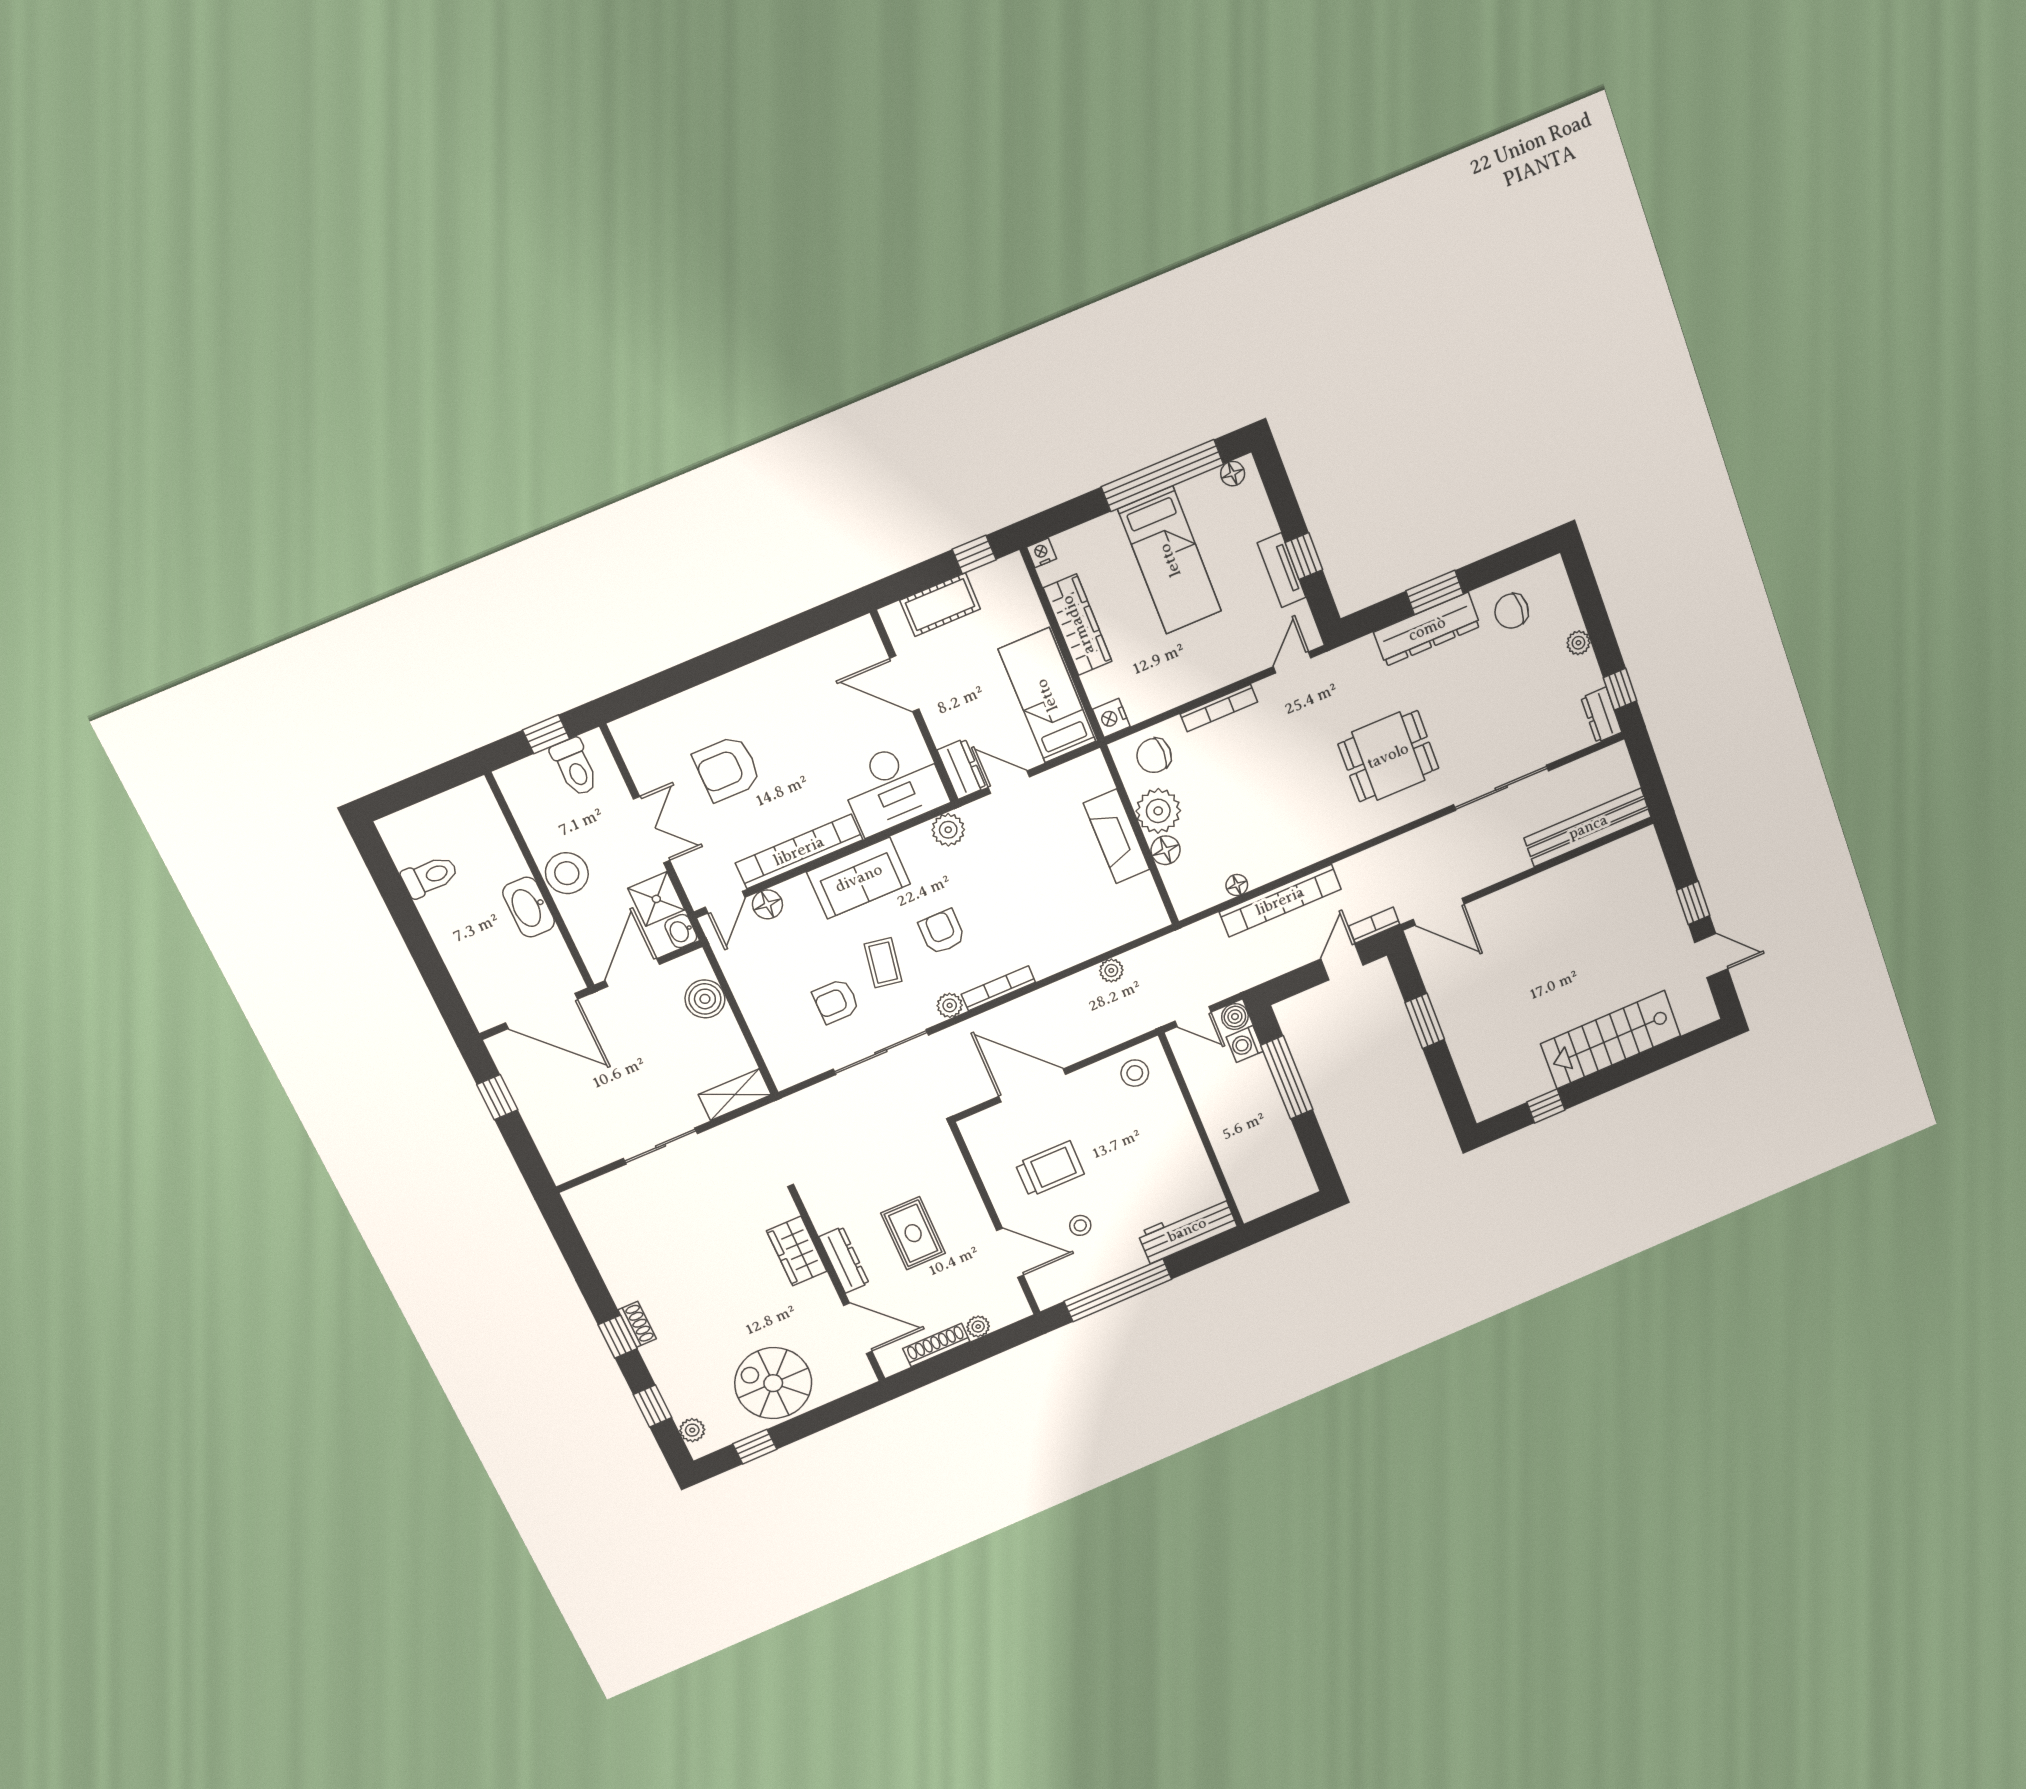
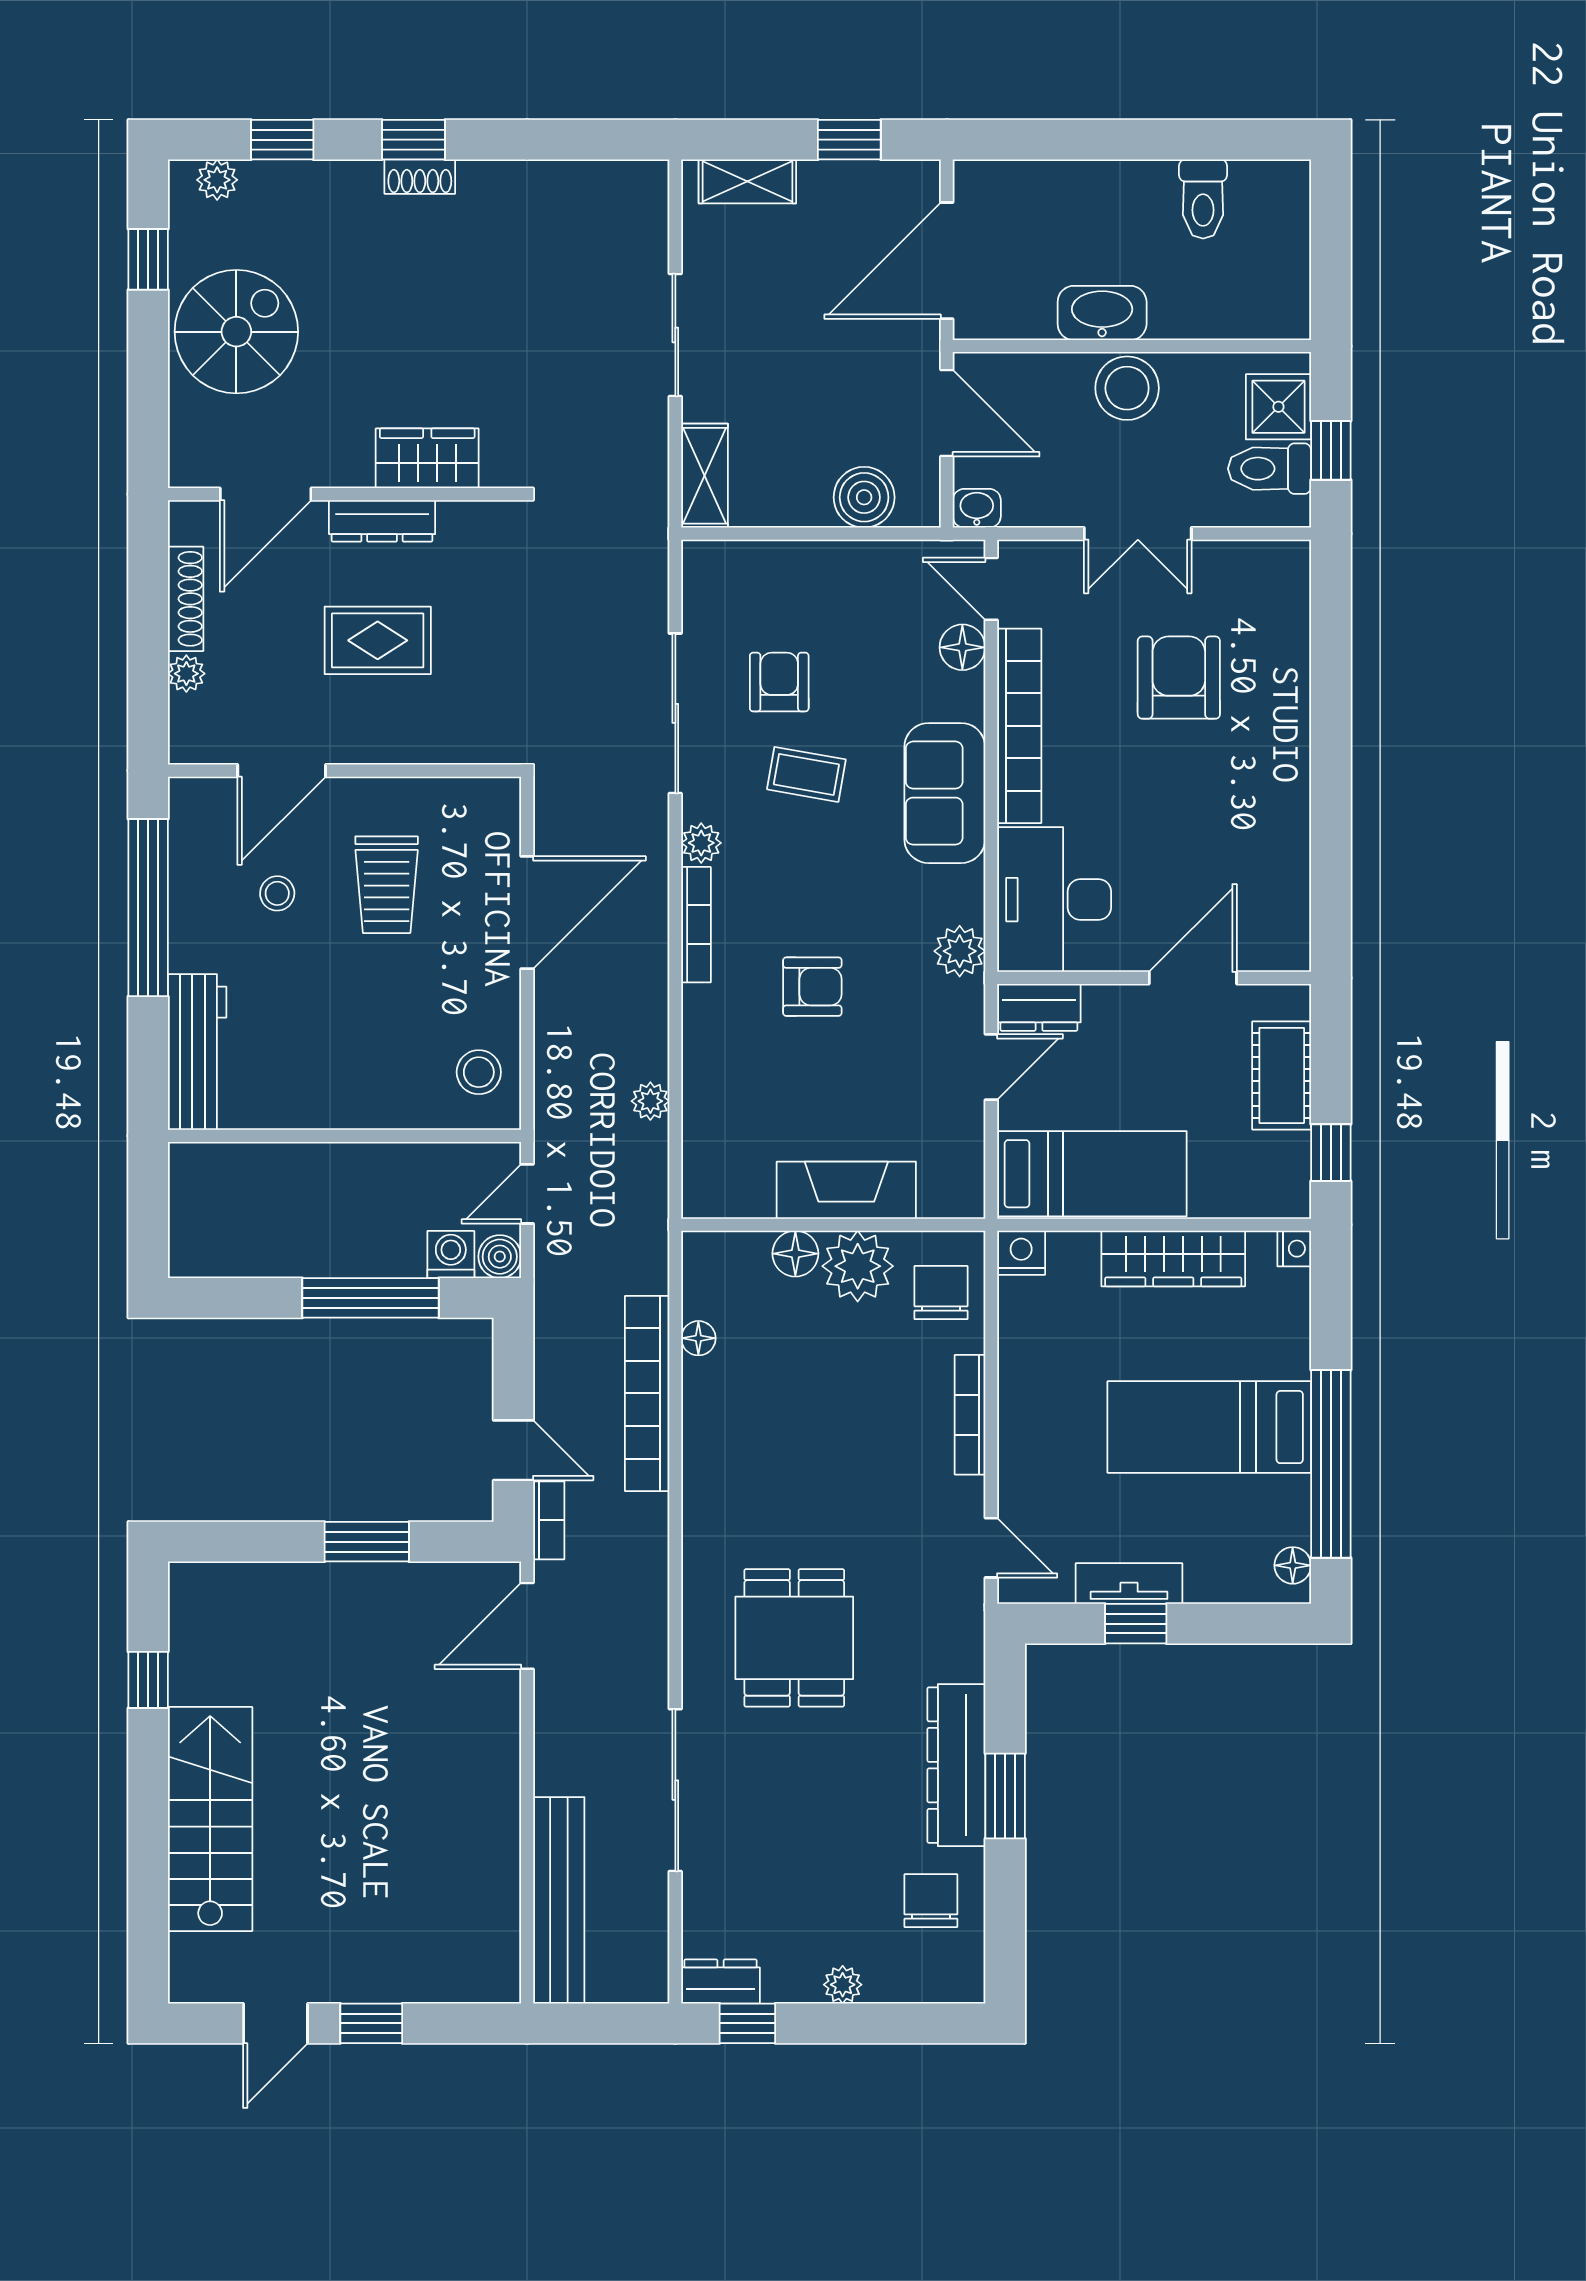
shower: (656, 899) -> (1278, 407), moved
armchair: (942, 932) -> (812, 987), moved
shelving: (551, 1144) -> (747, 181), added

